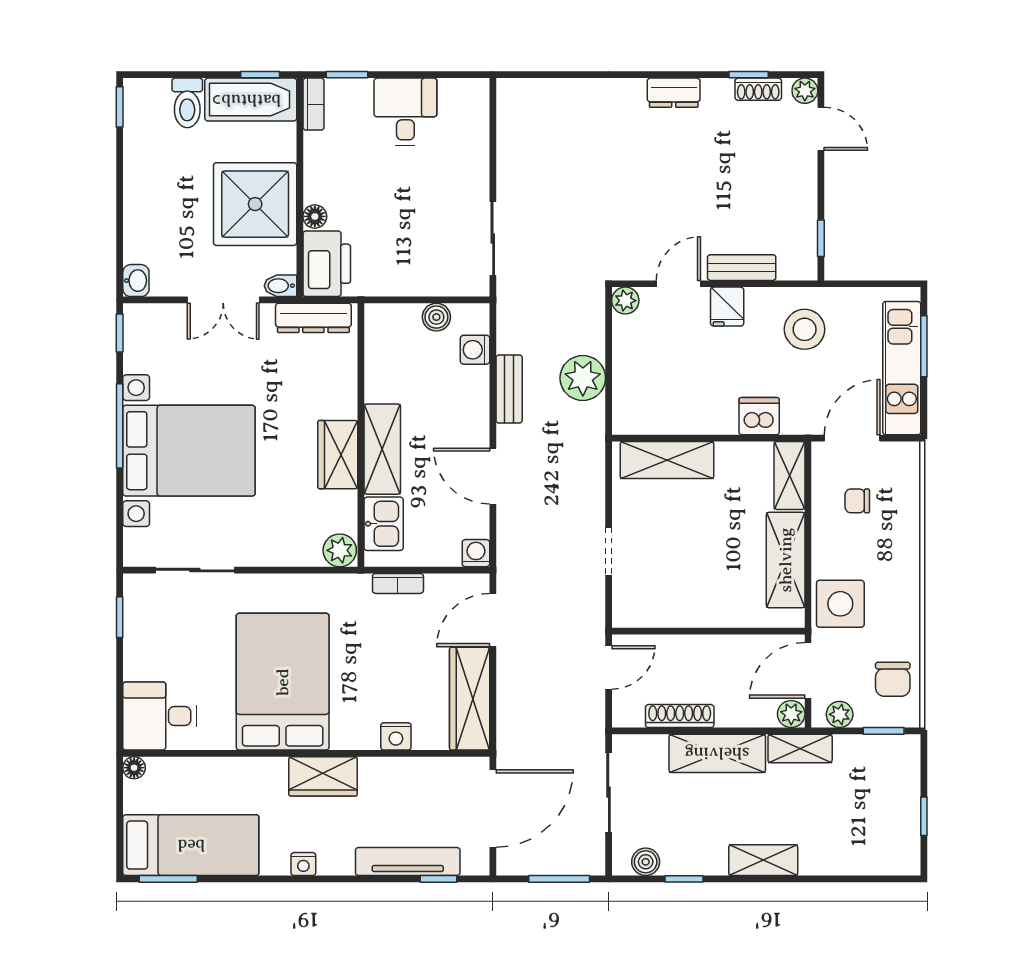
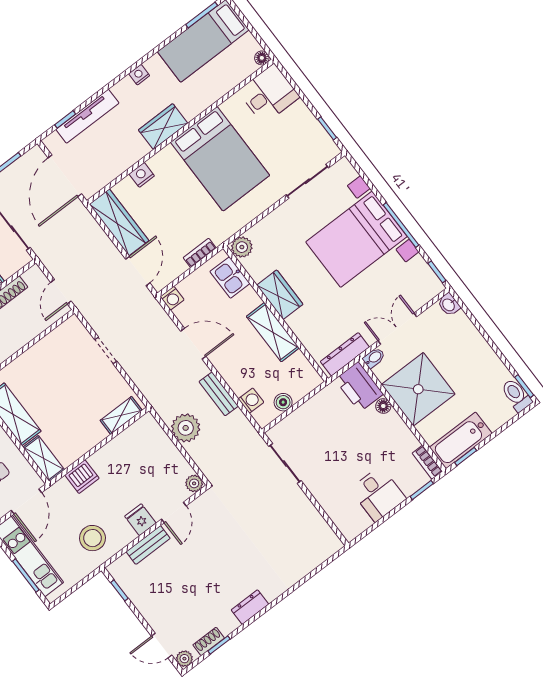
toilet: (187, 103) -> (516, 395), moved
shelving: (382, 449) -> (273, 332), moved
shelving: (667, 460) -> (121, 415), width x0.67, depth x0.75

